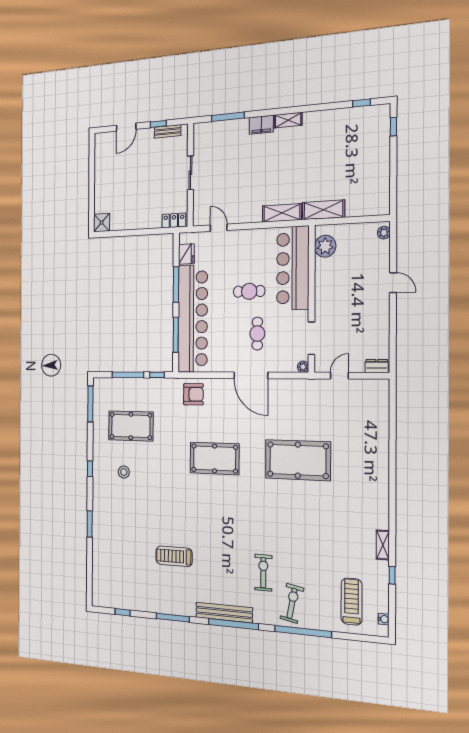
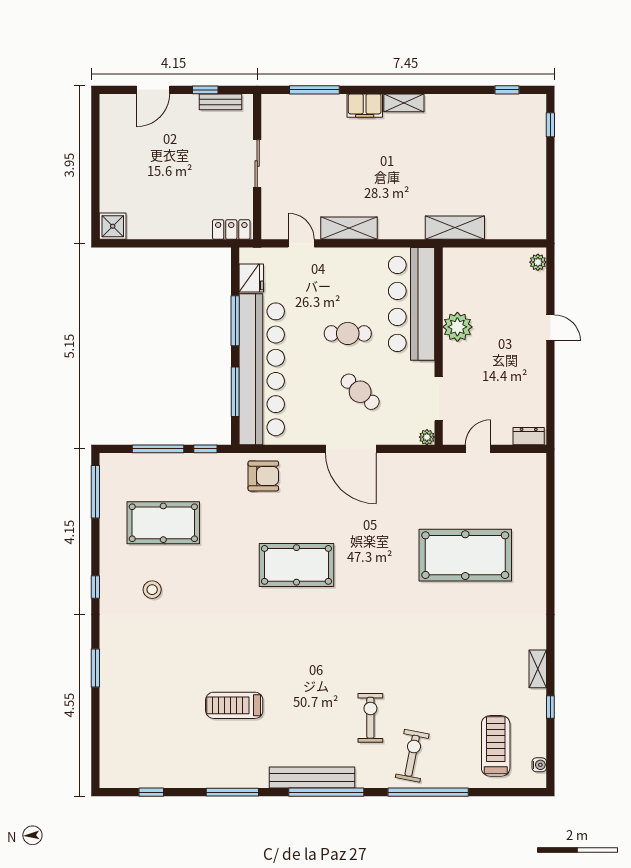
shelving: (282, 213) -> (349, 228), moved
plant: (325, 246) -> (457, 327), moved
cafe table: (257, 334) -> (360, 392), turned -48
pool table: (298, 460) -> (465, 555), moved

